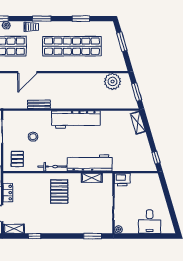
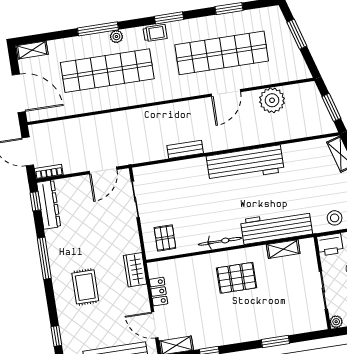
door: (27, 72) -> (226, 93), moved
plant: (113, 81) -> (272, 100), moved
stool: (33, 137) -> (335, 218), moved
pallet: (59, 192) -> (237, 278), turned 90
window: (93, 236) -> (275, 341), moved

